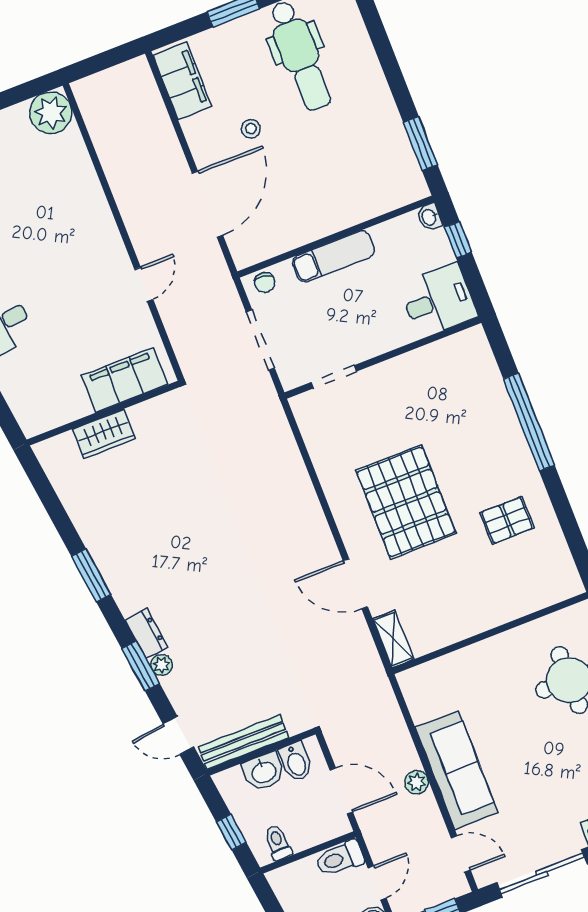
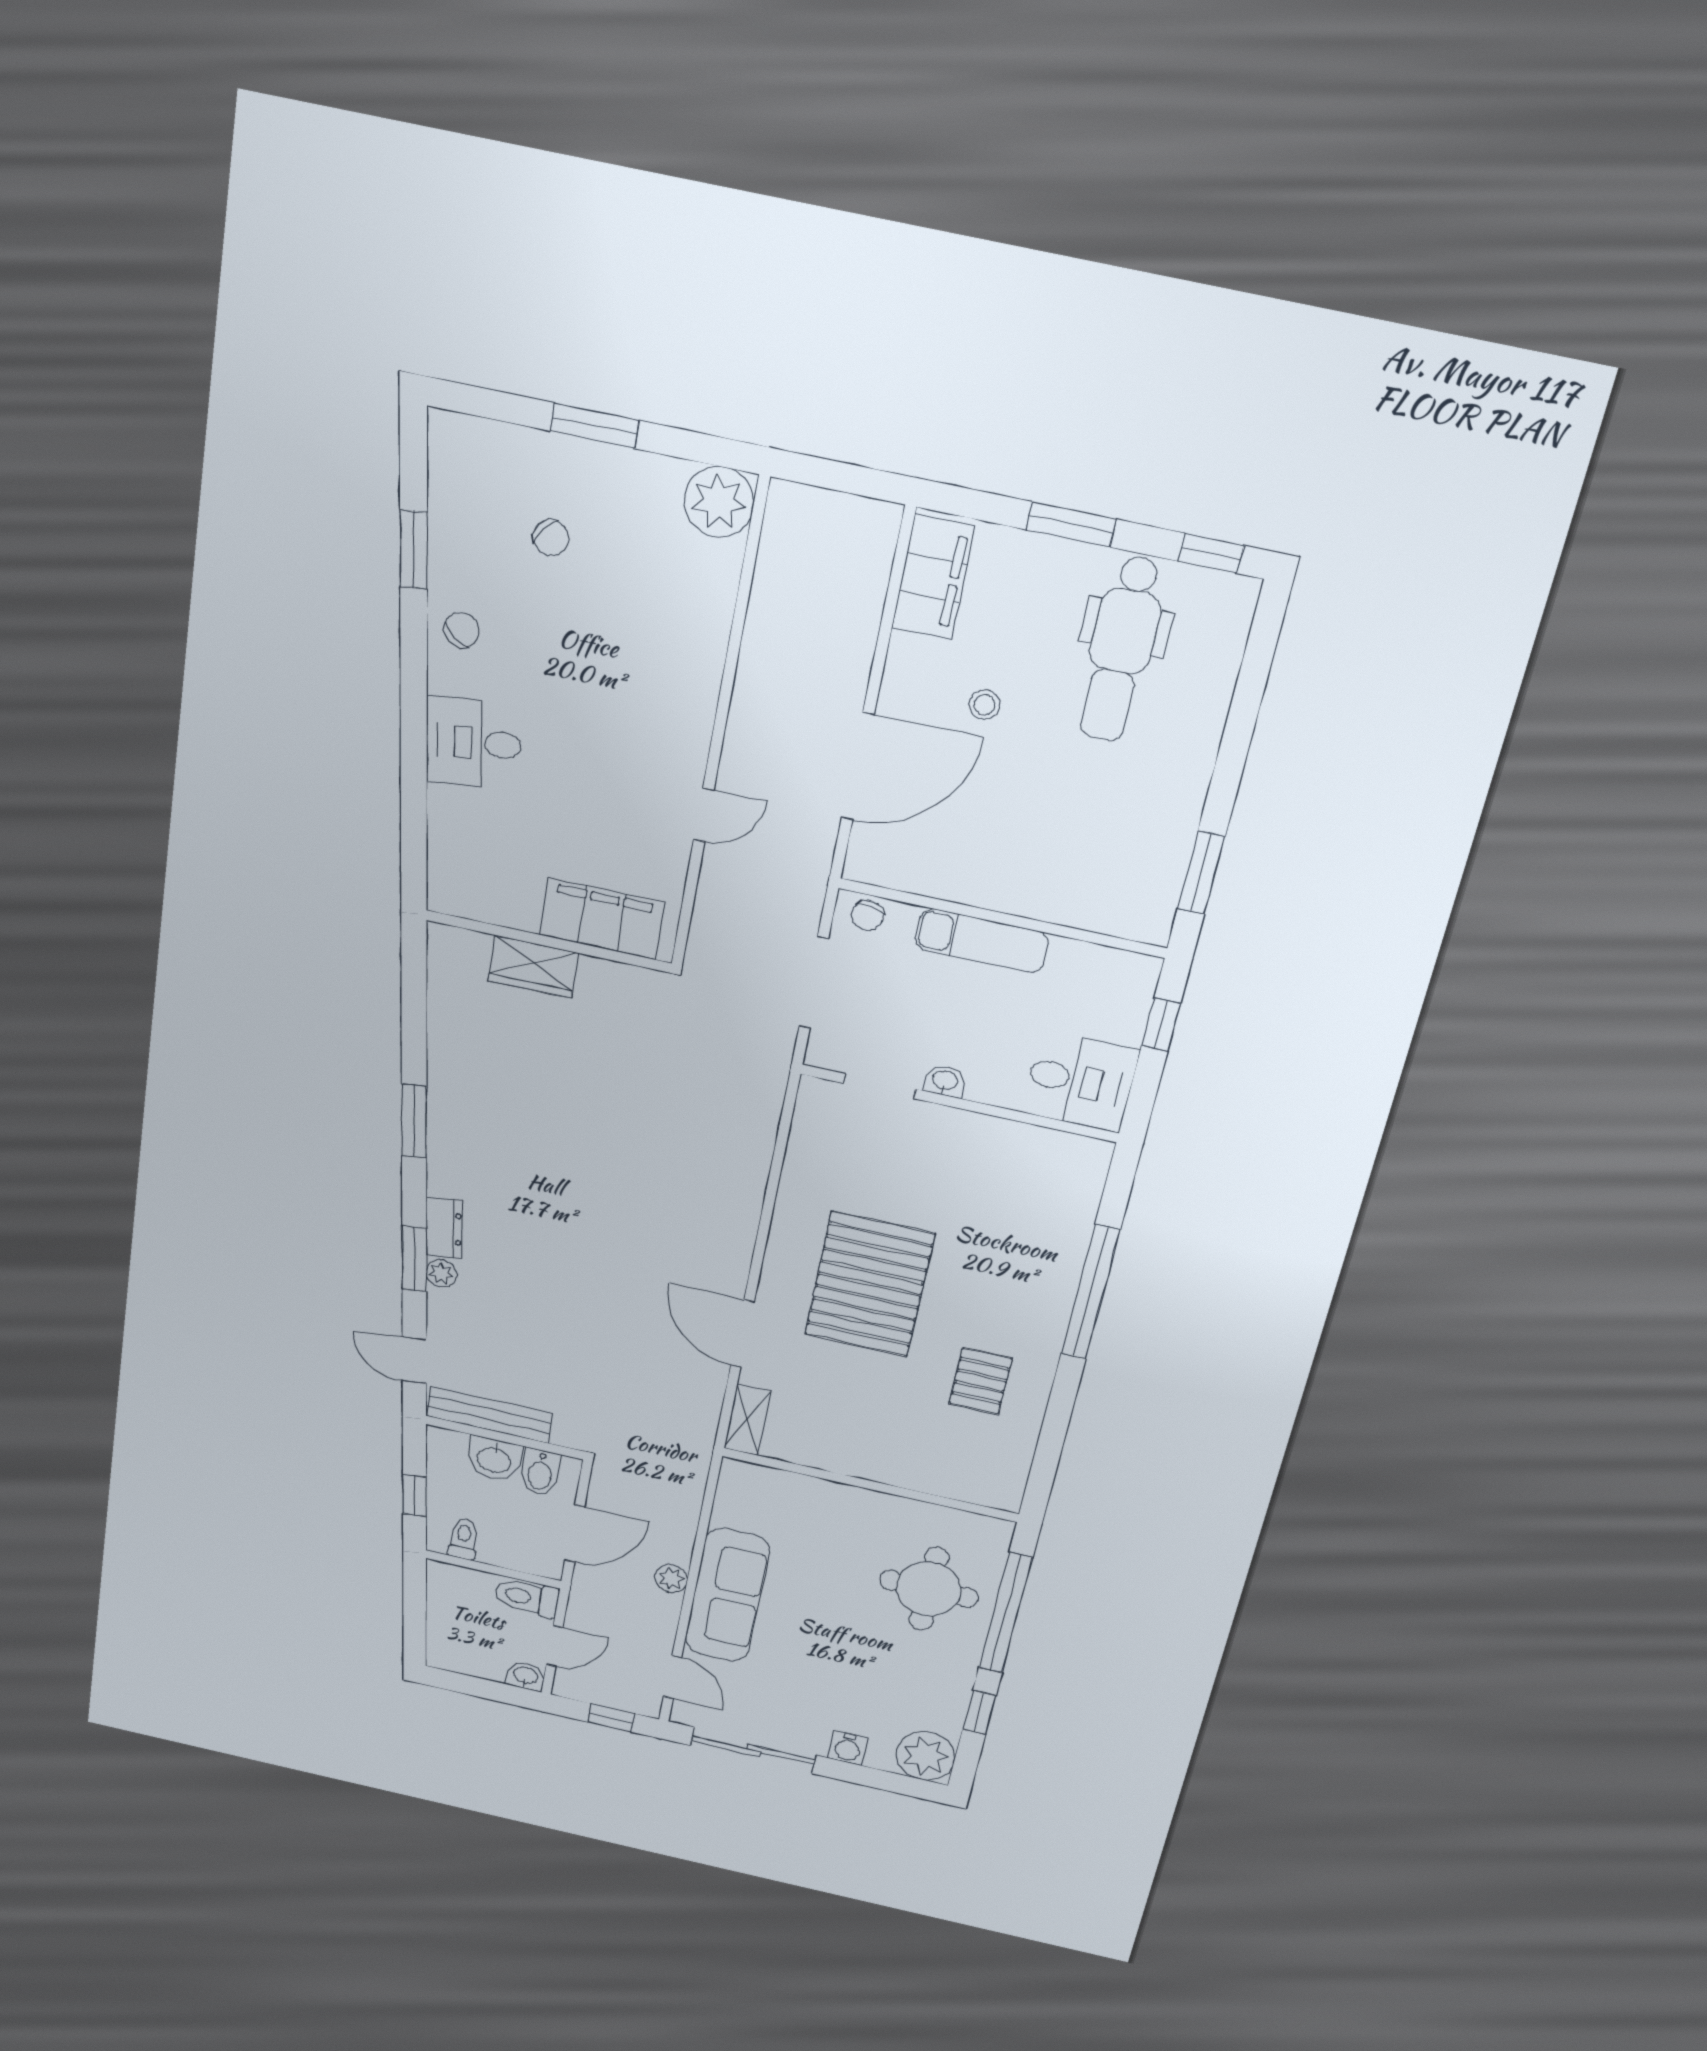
washbasin: (429, 217) -> (945, 1081), moved, turned 90
pallet: (507, 520) -> (980, 1381), turned 90
door: (341, 791) -> (575, 1534), hinge flipped

